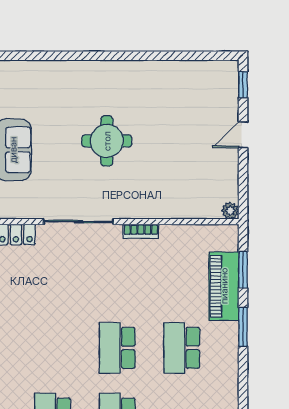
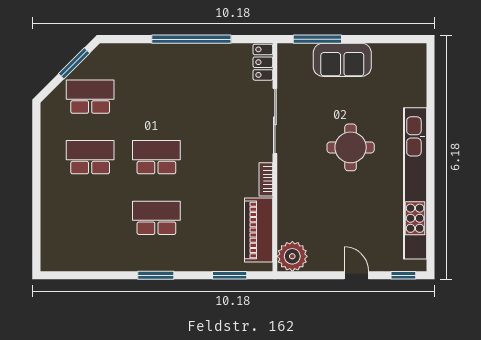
kitchen unit: (145, 72) -> (415, 183), added
plant: (230, 211) -> (292, 256), width x1.87, depth x1.87
piano: (224, 286) -> (259, 230), moved, turned -90
window: (243, 327) -> (156, 275), moved

